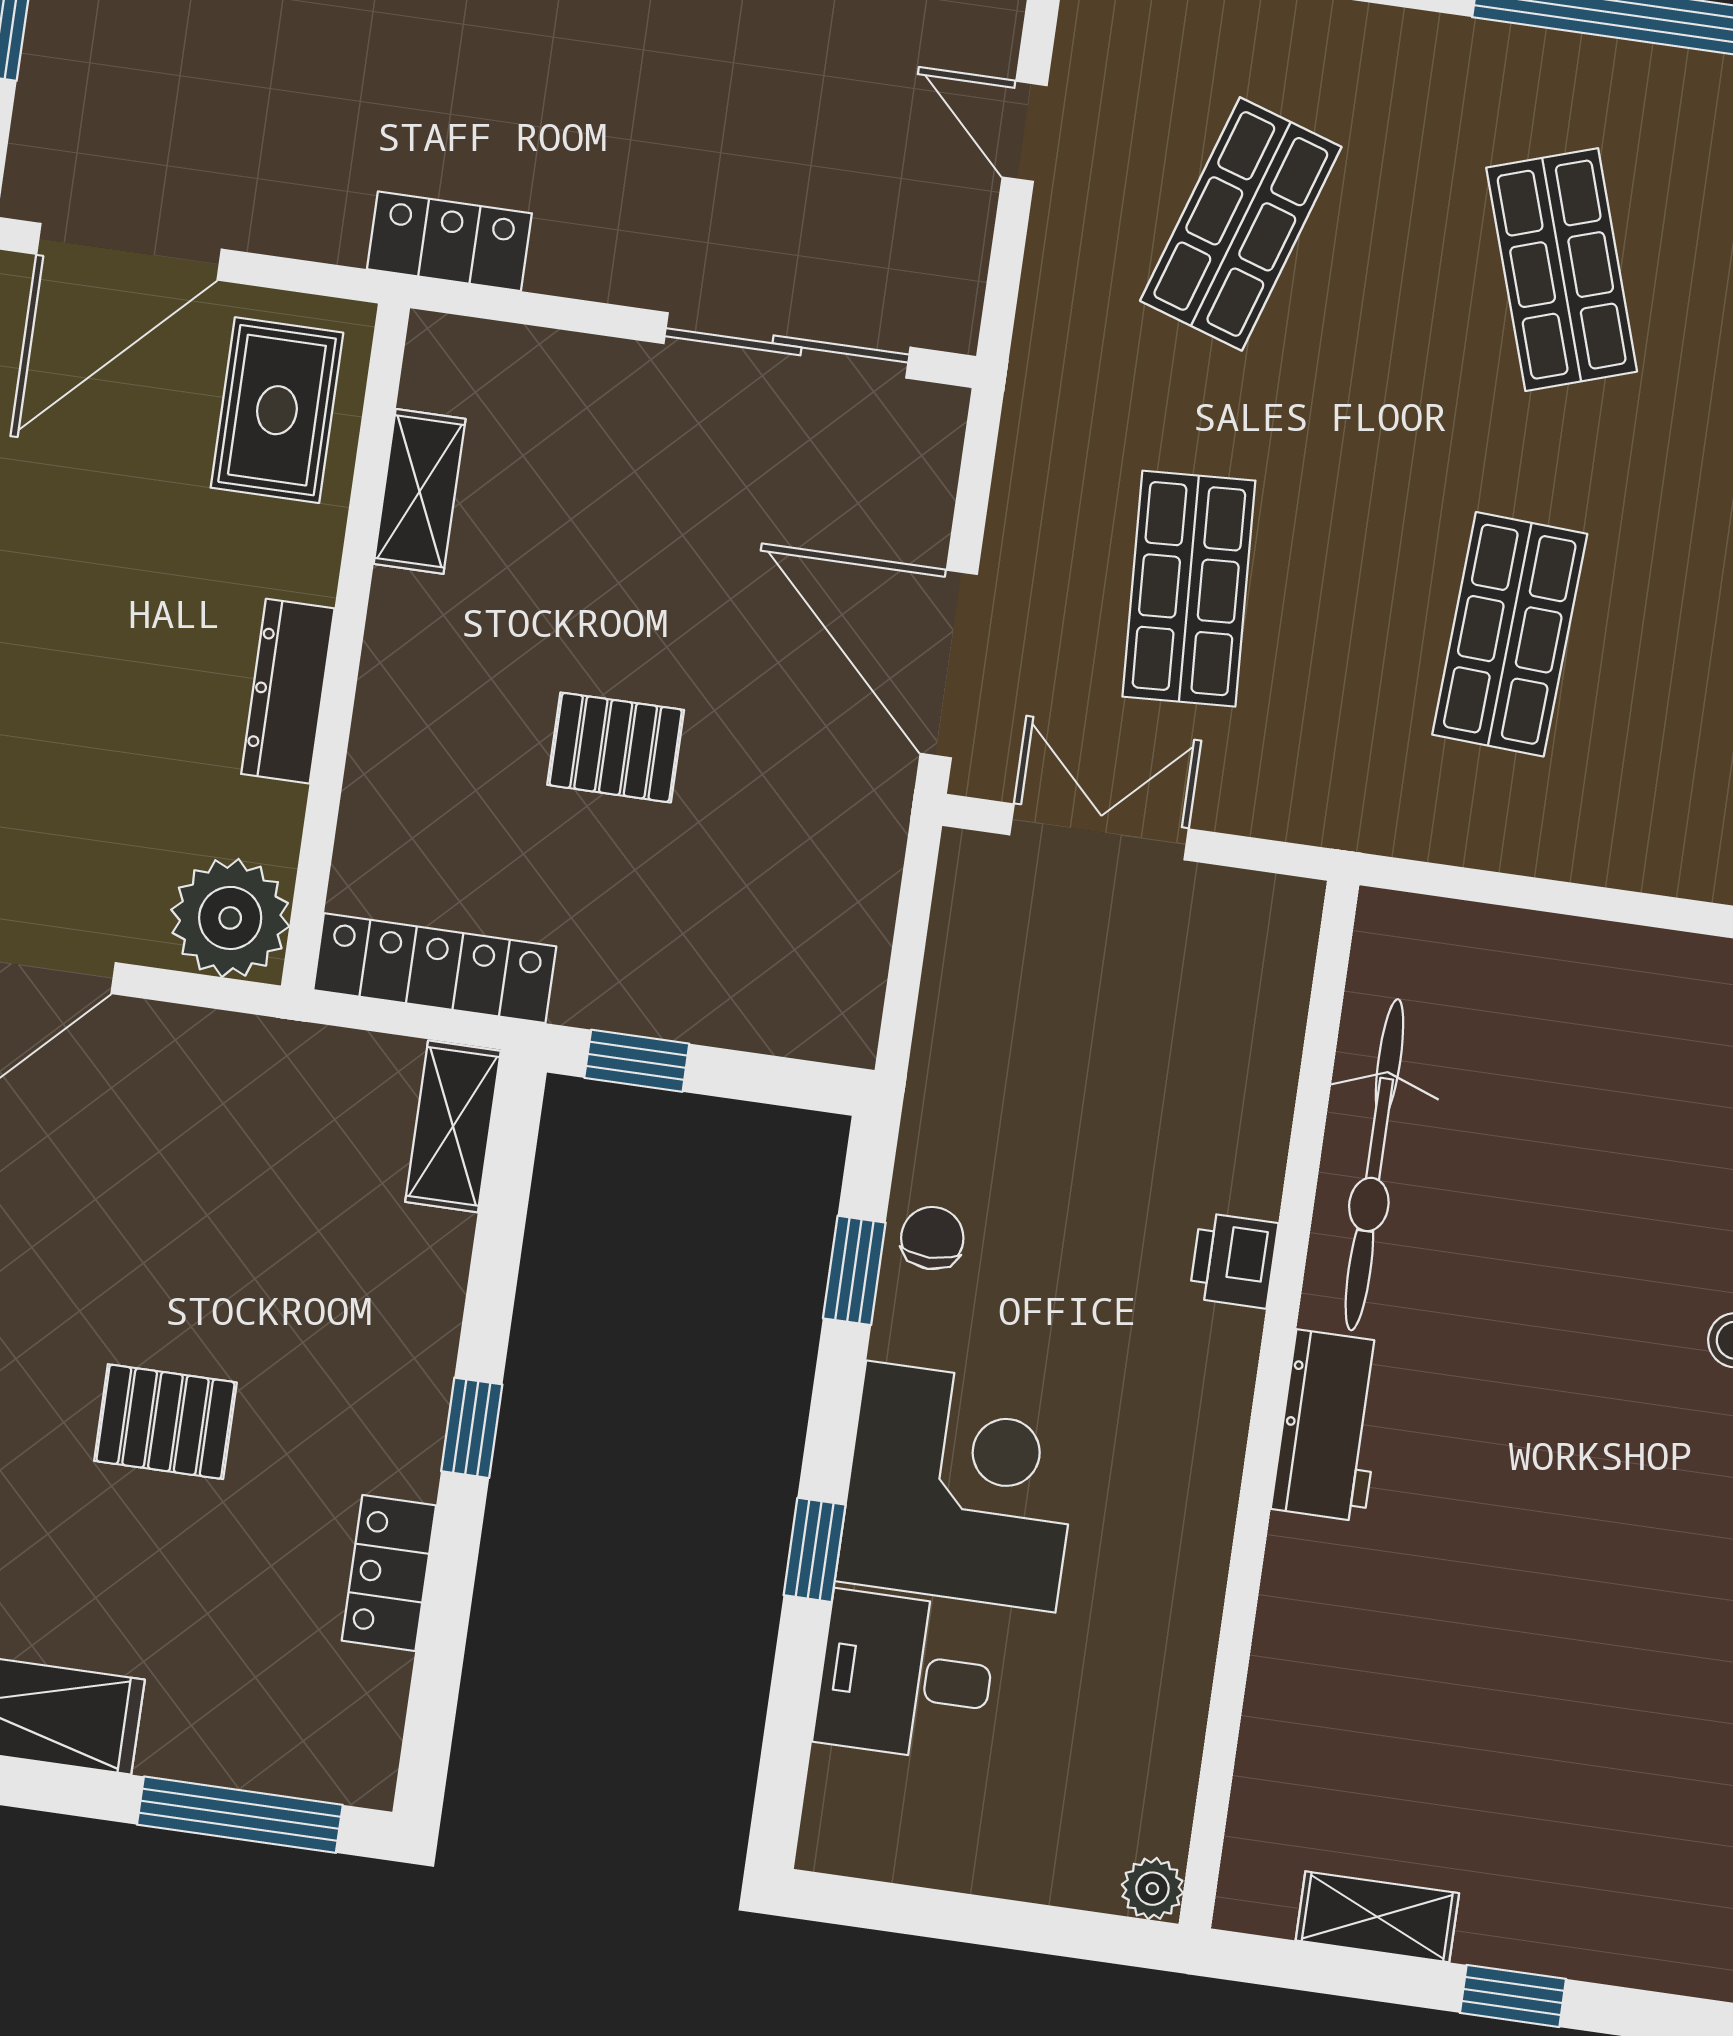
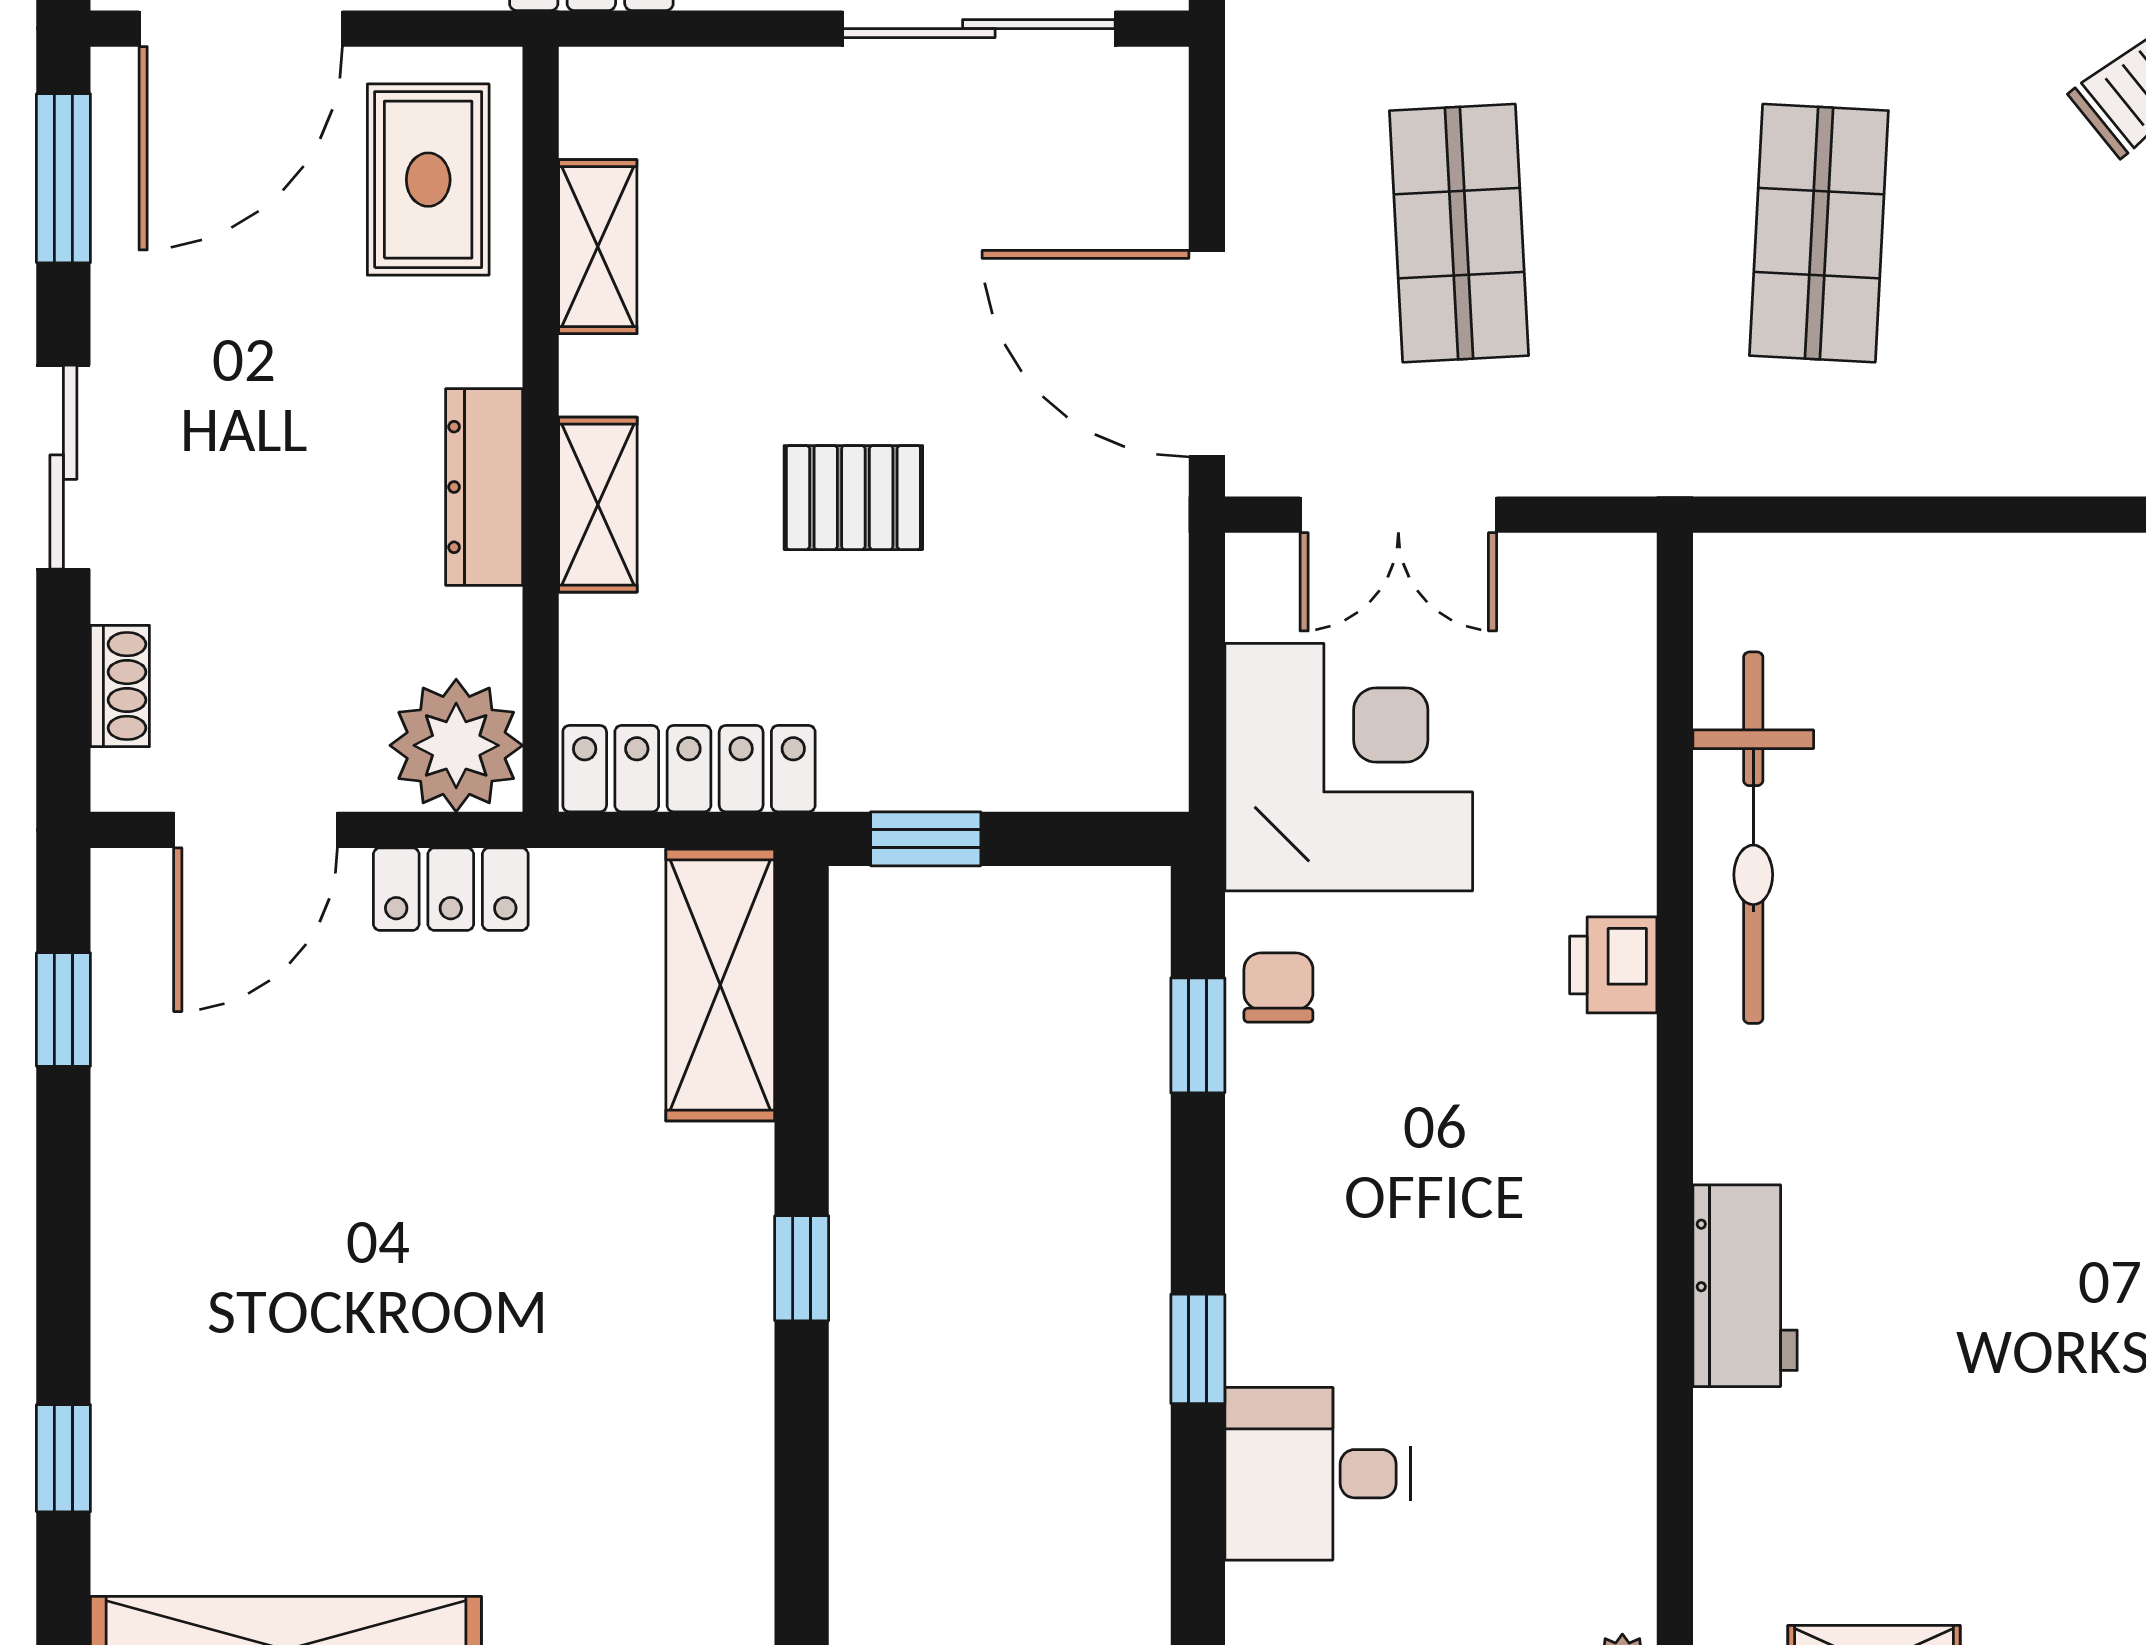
shelving: (387, 721) -> (598, 505), added
double door: (1099, 832) -> (1398, 515), swing flipped
shelving: (453, 1126) -> (720, 985), width x1.50, depth x1.33
pallet: (165, 1422) -> (464, 1309), removed
workbench: (1330, 1426) -> (1745, 1286), moved
corner desk: (961, 1487) -> (1349, 767), moved
locker: (389, 1573) -> (451, 889), moved, turned -90

